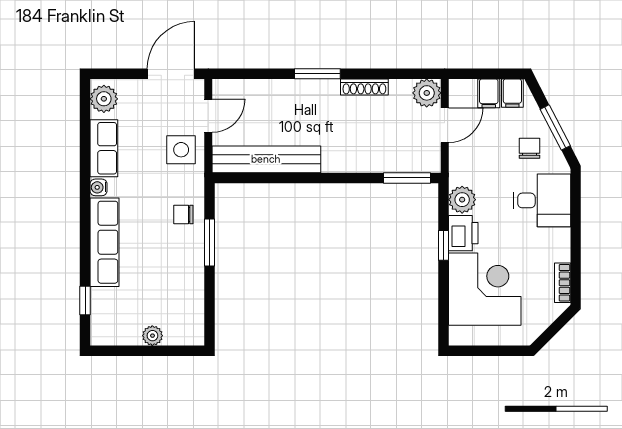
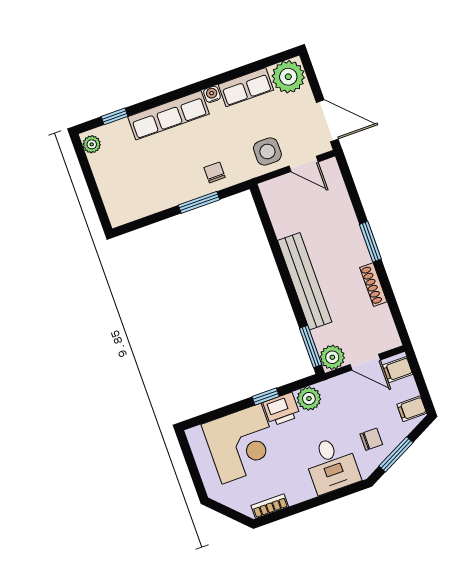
plant: (427, 93) -> (332, 357), moved
filing cabinet: (489, 93) -> (398, 370), moved
plant: (104, 99) -> (288, 77), width x1.36, depth x1.36
bench: (266, 159) -> (305, 281), moved
plant: (152, 336) -> (92, 144), moved

